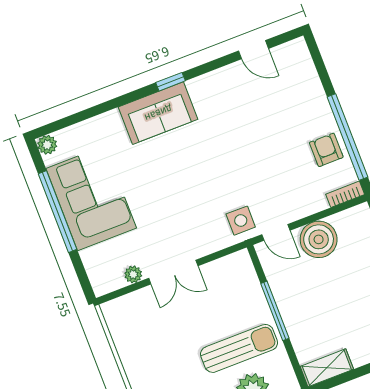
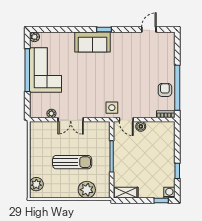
door: (253, 50) -> (149, 30), swing flipped
boiler: (319, 239) -> (141, 126), width x0.54, depth x0.54
sun lounger: (239, 348) -> (72, 162), moved

